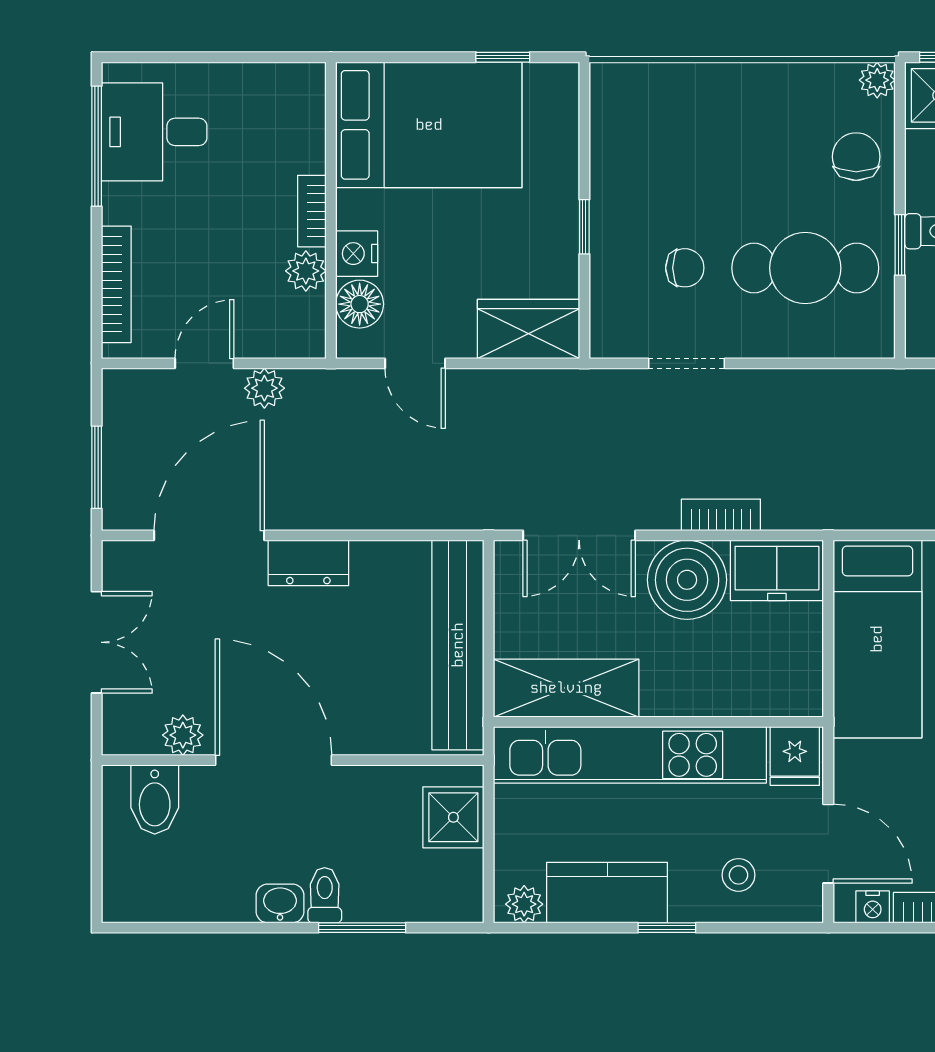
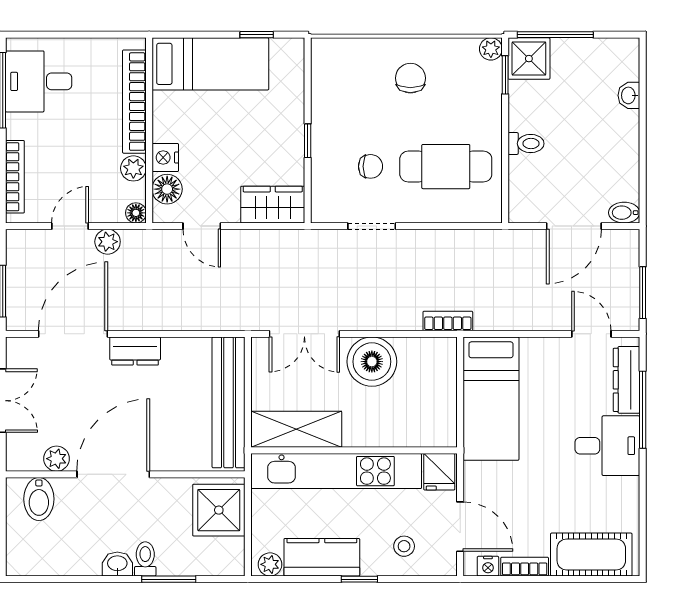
bed: (429, 125) -> (210, 64), width x0.67
chair: (856, 157) -> (410, 78), moved
bookcase: (312, 211) -> (134, 102), width x2.31, depth x1.31
window: (900, 245) -> (505, 75), moved
floor lamp: (310, 342) -> (136, 213), added
bookcase: (721, 515) -> (448, 321), moved
freezer: (777, 570) -> (428, 356), removed
door: (274, 760) -> (113, 474), hinge flipped
shower: (453, 817) -> (219, 510), width x1.36, depth x1.36

